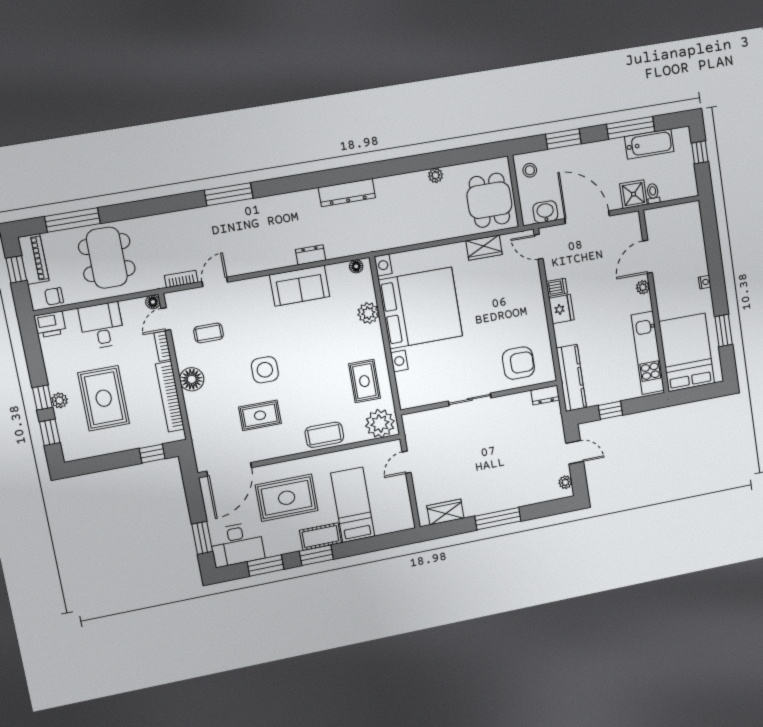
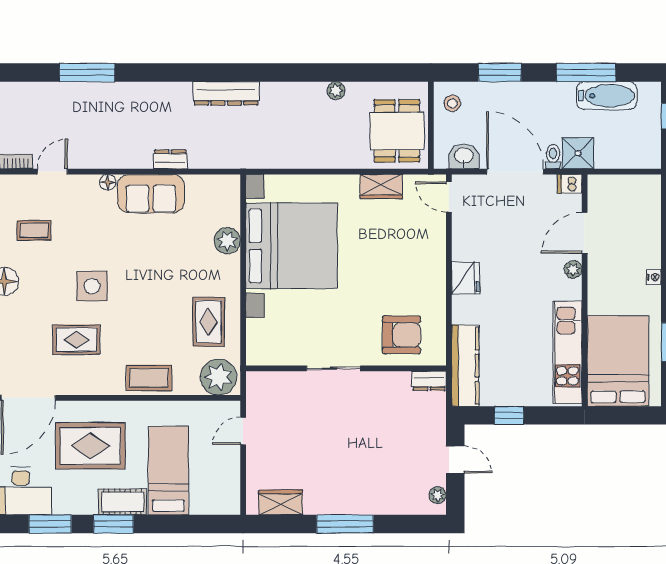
toilet: (653, 194) -> (553, 157), moved
floor lamp: (356, 266) -> (108, 182), moved
dishwasher: (557, 287) -> (570, 184), moved, turned 180

